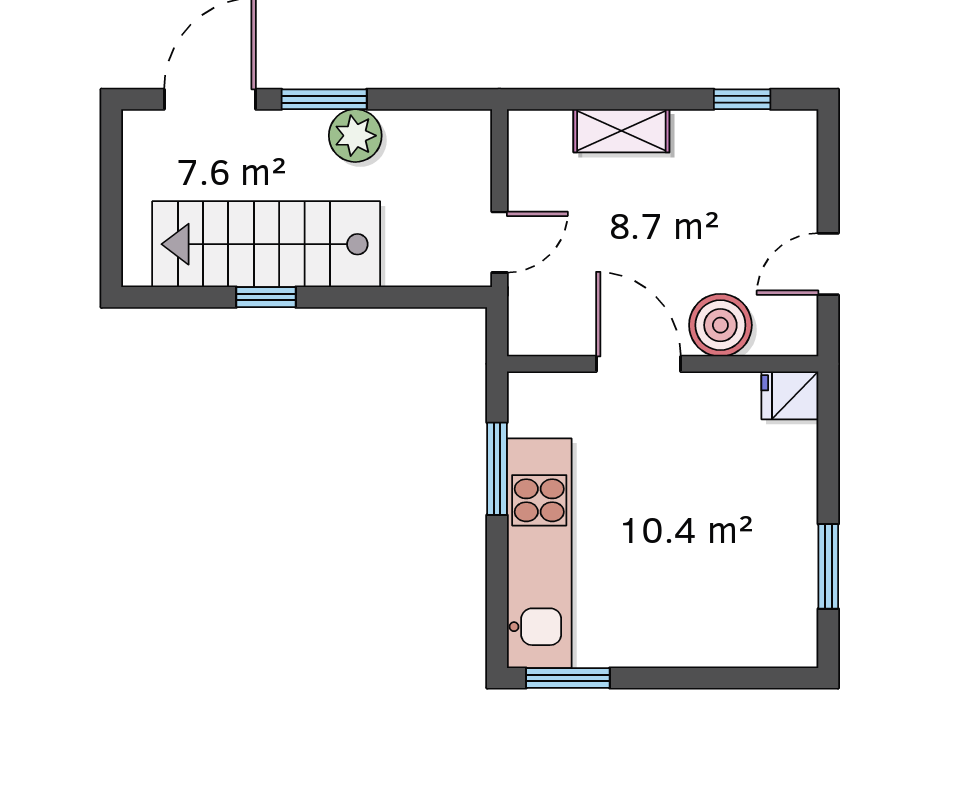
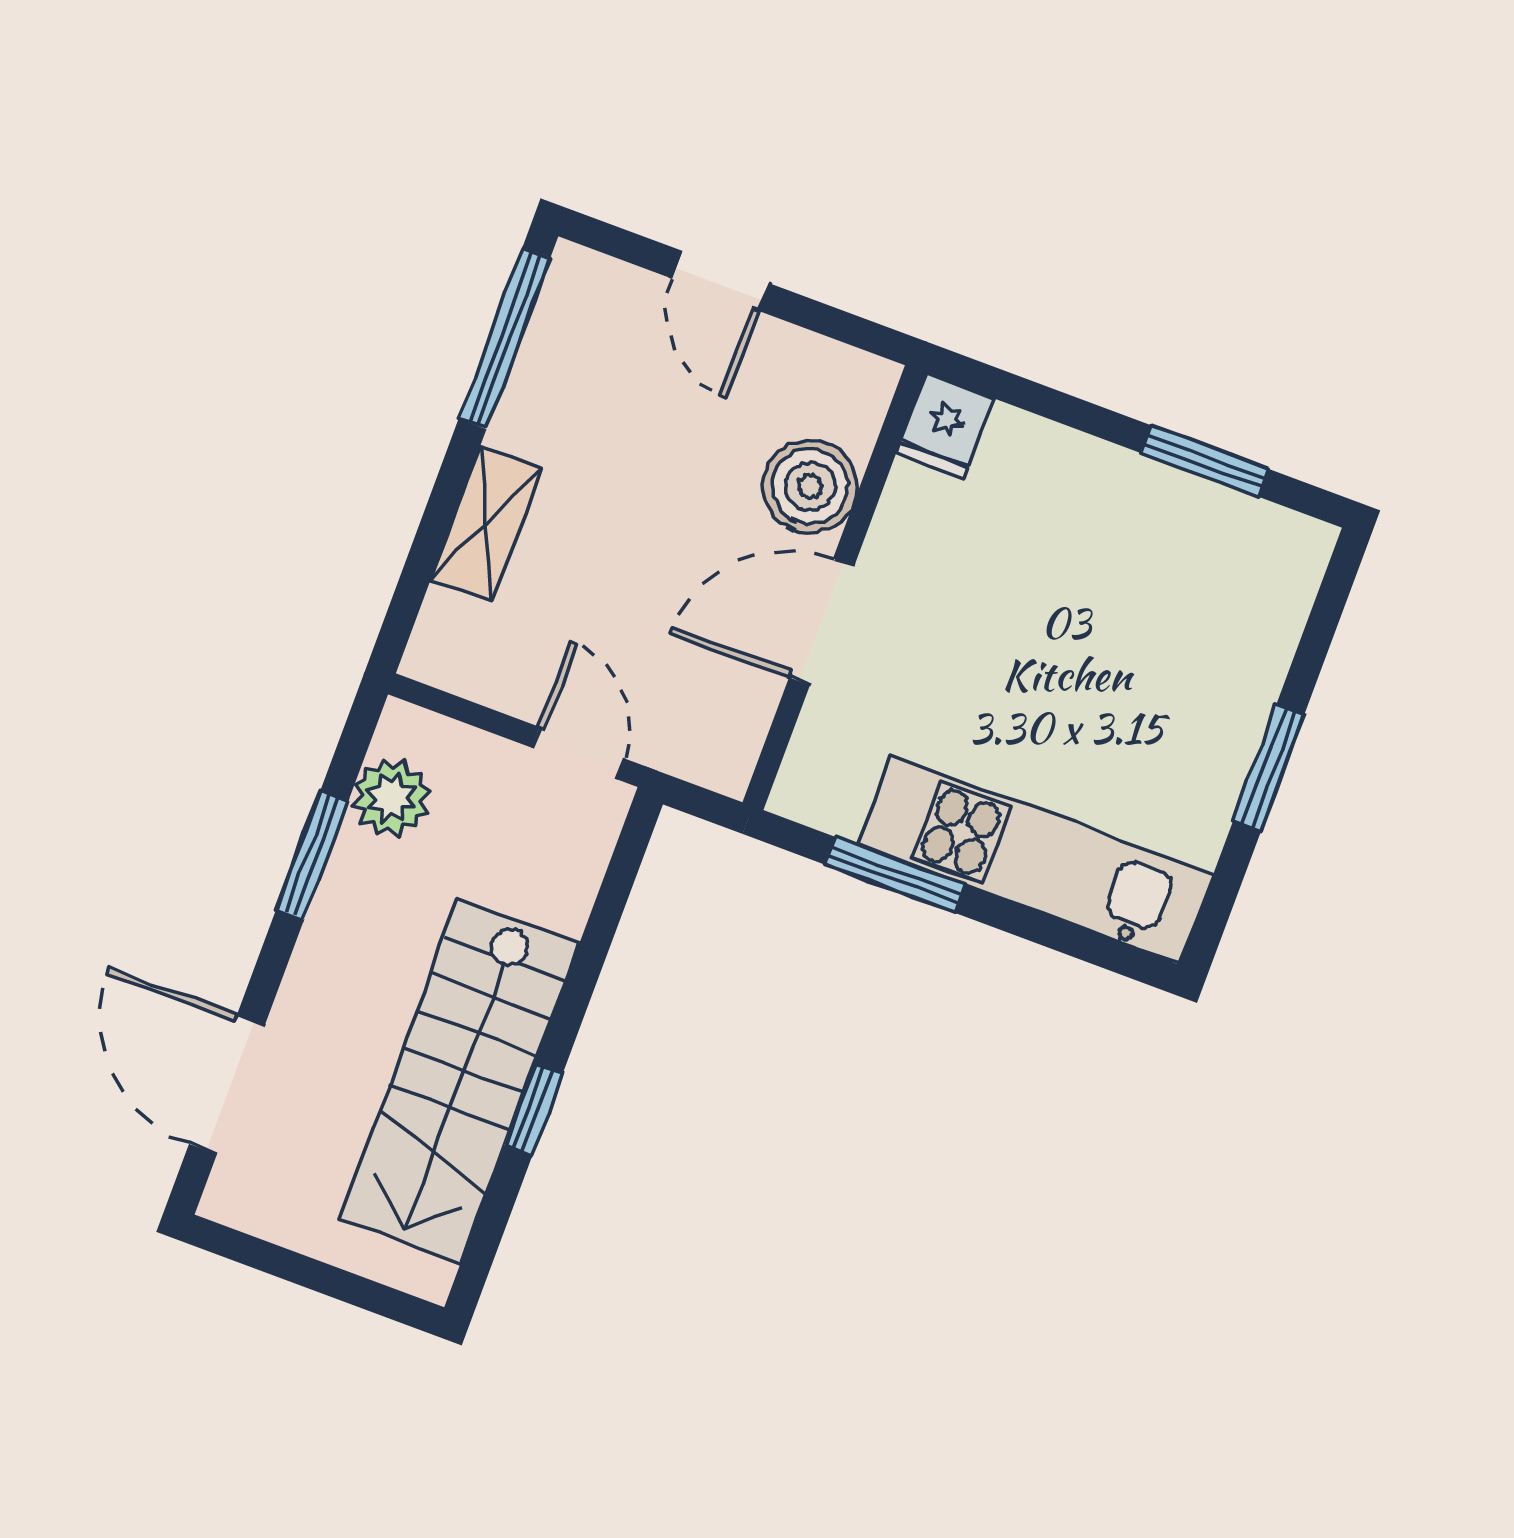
window: (324, 99) -> (312, 855), moved
window: (742, 99) -> (505, 338), width x2.17
plant: (355, 136) -> (391, 798), moved
door: (828, 264) -> (721, 281), moved
window: (568, 678) -> (1269, 768), moved

